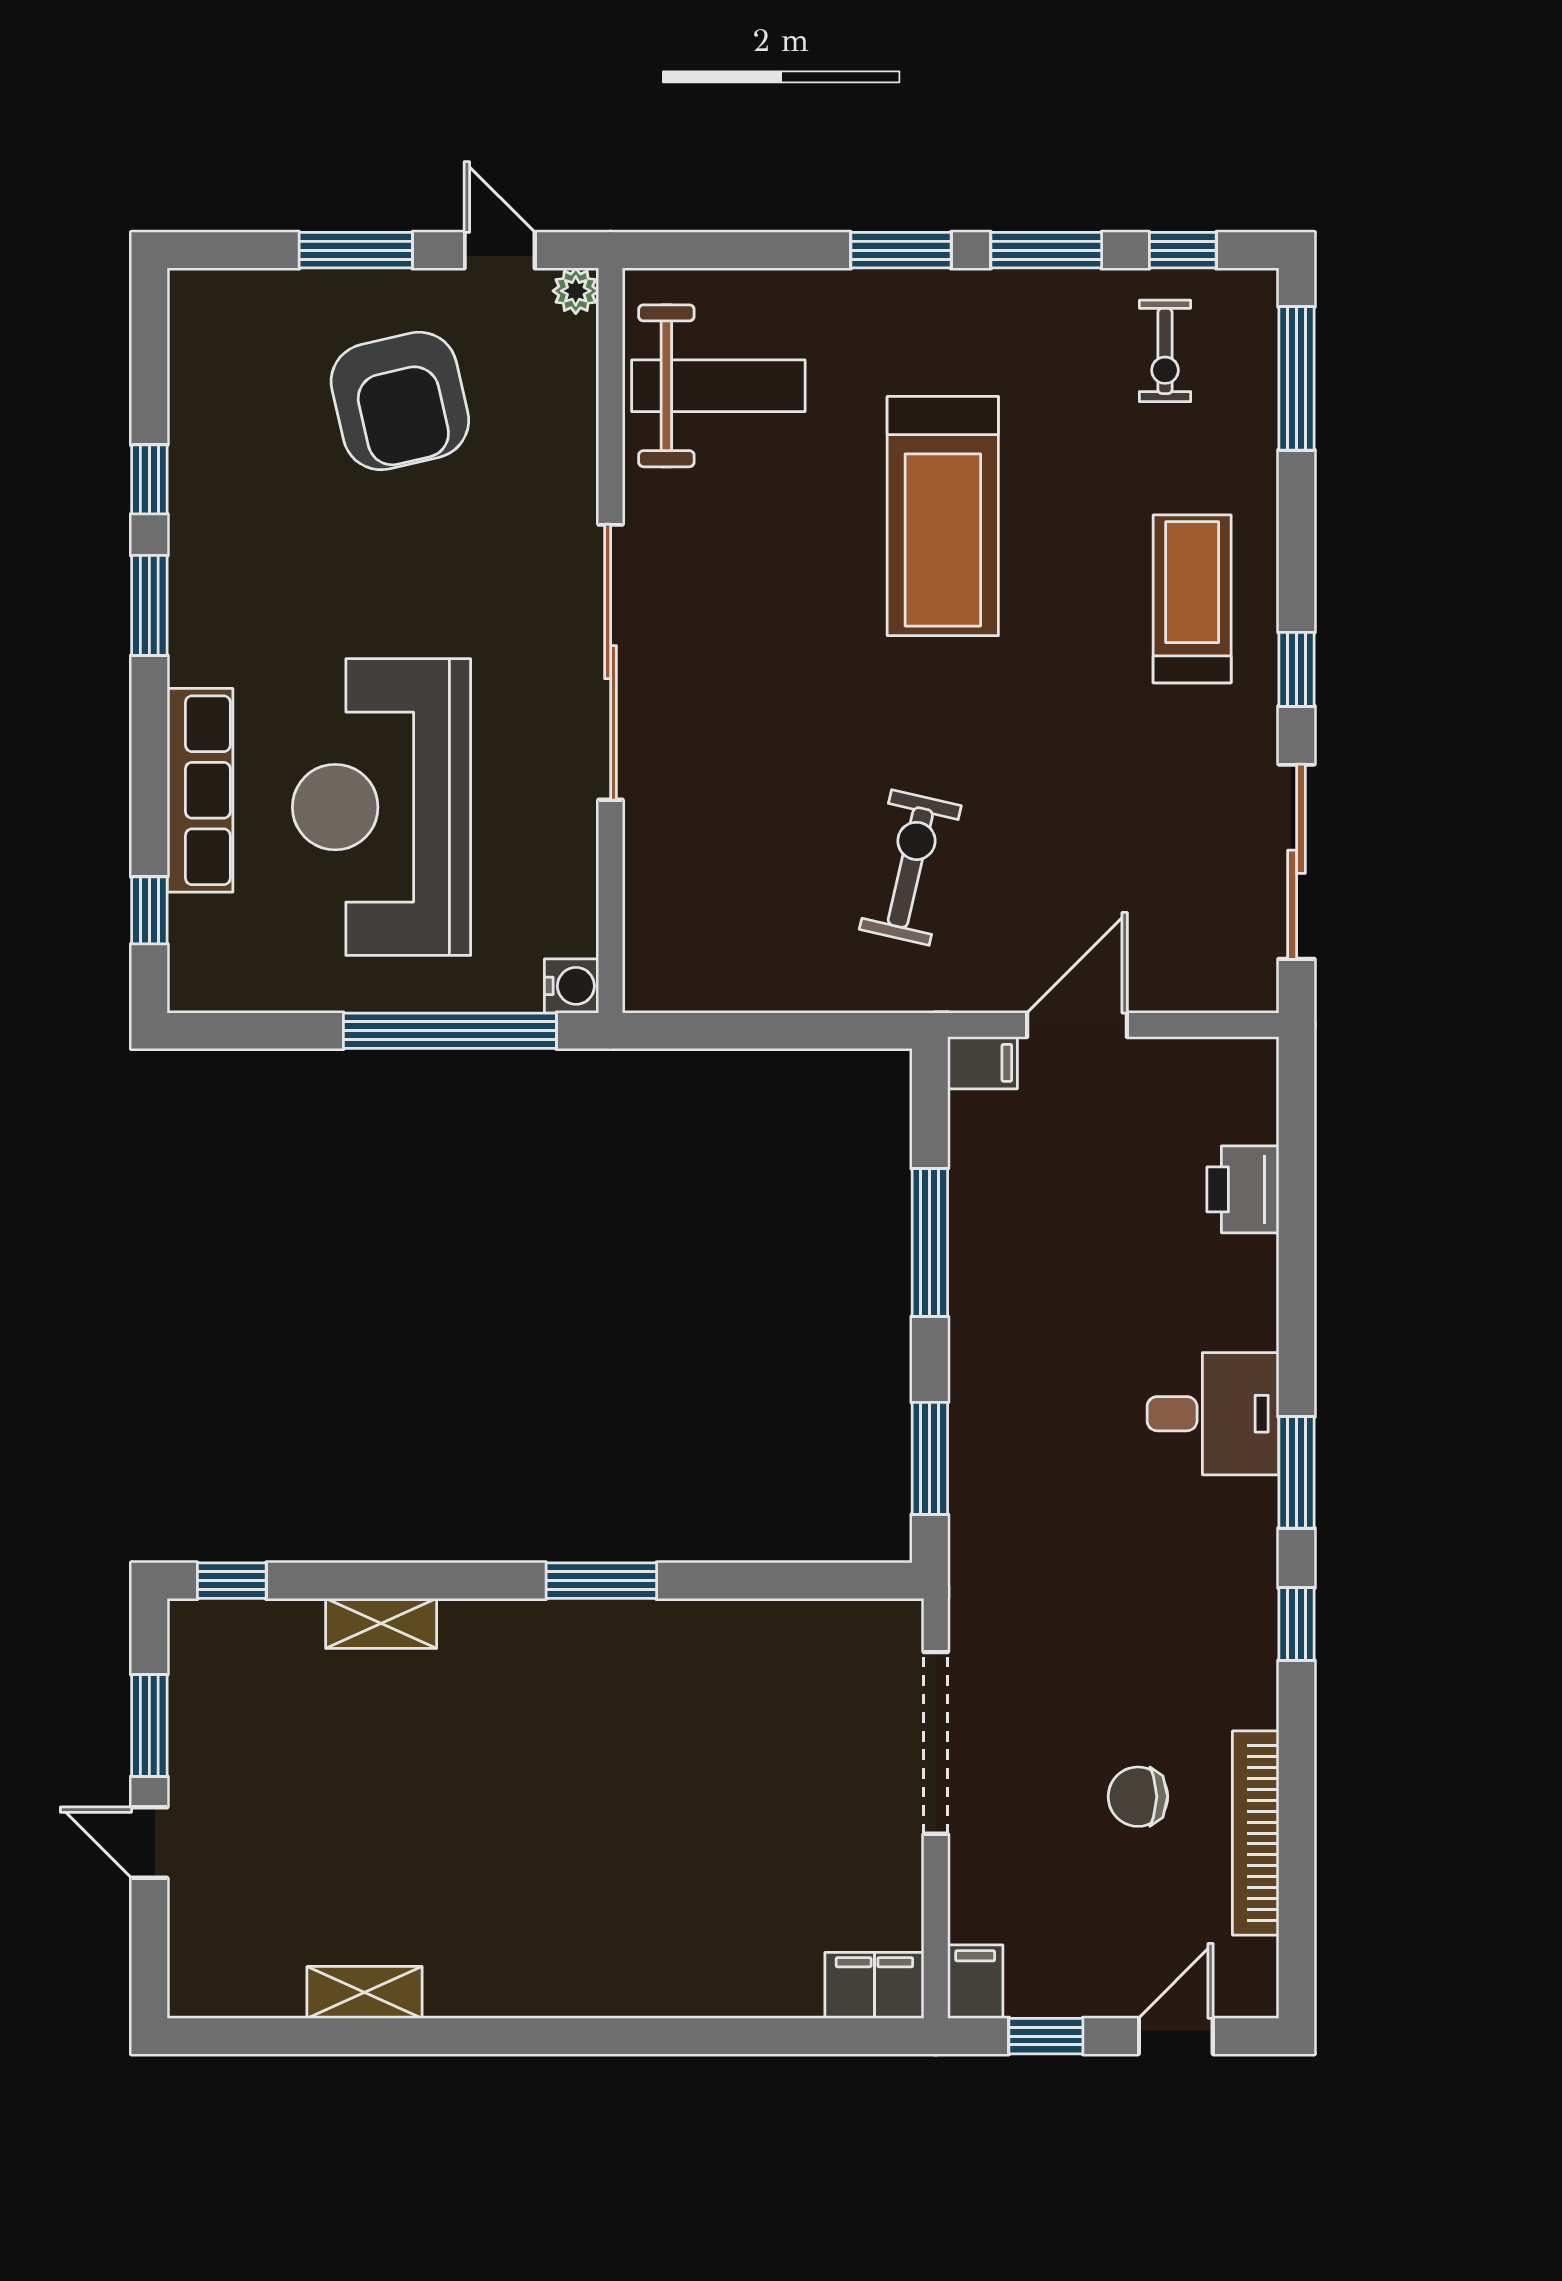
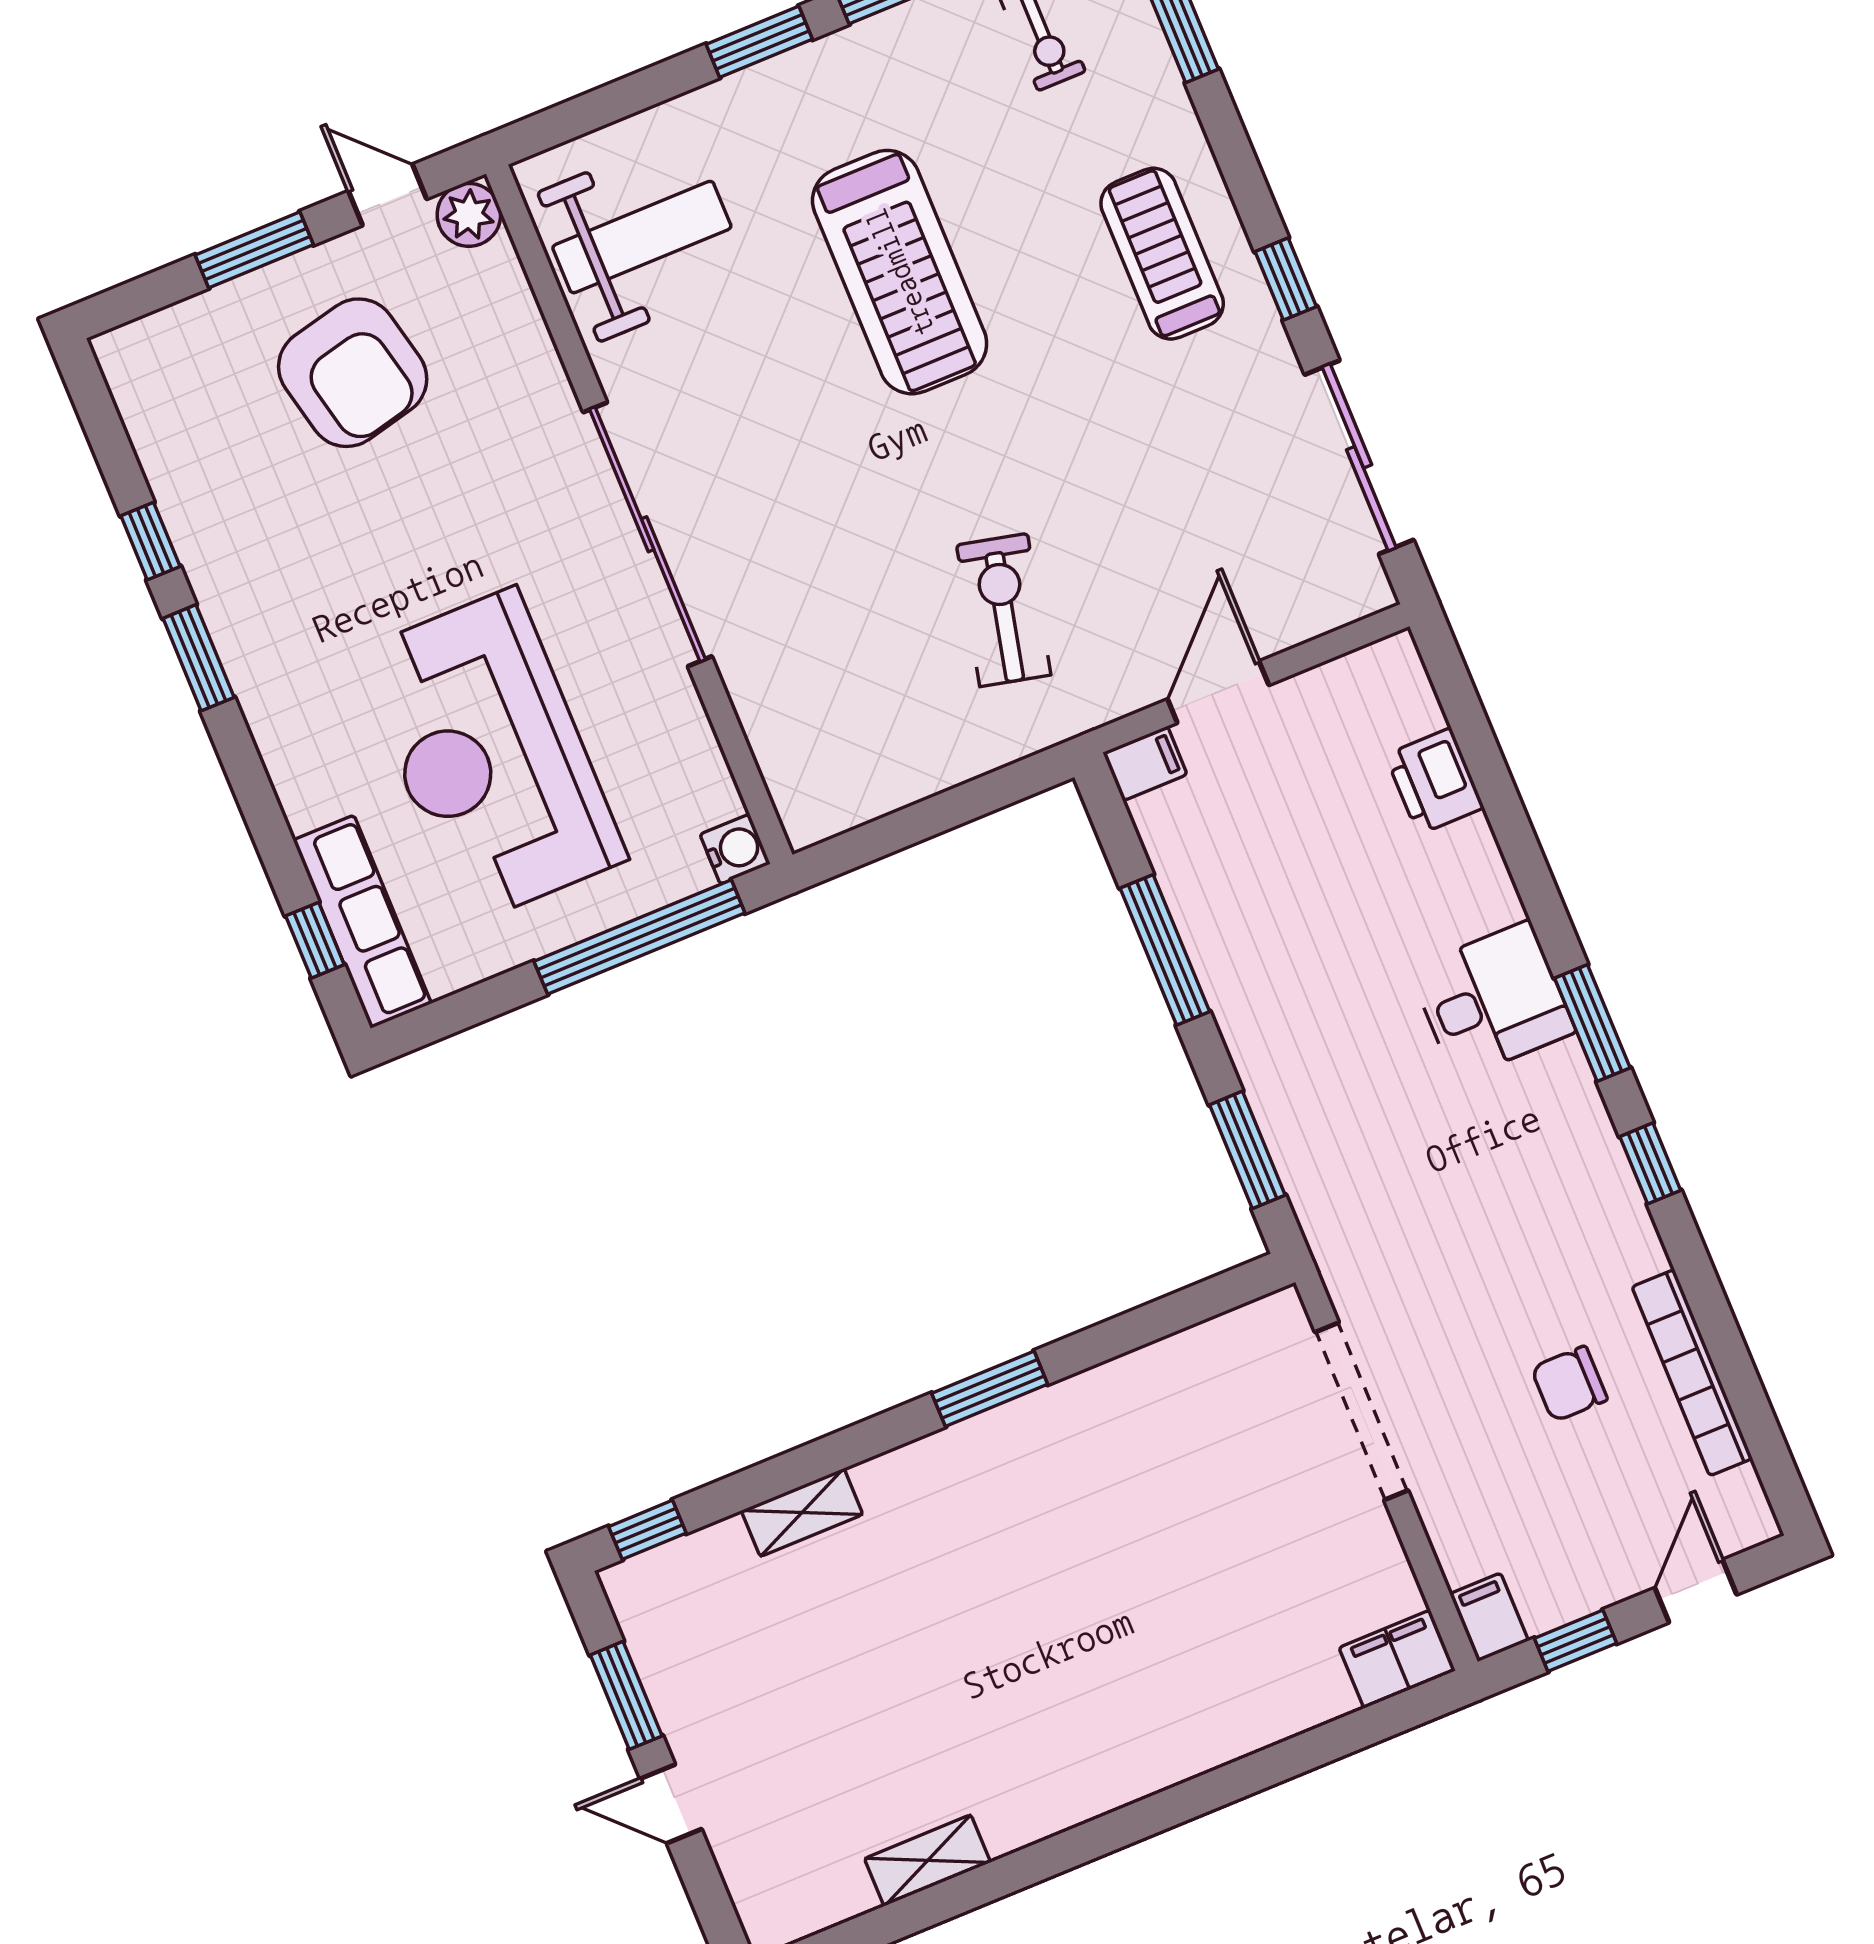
plant: (576, 291) -> (469, 215), width x1.38, depth x1.38
row of seats: (200, 790) -> (362, 922), moved

